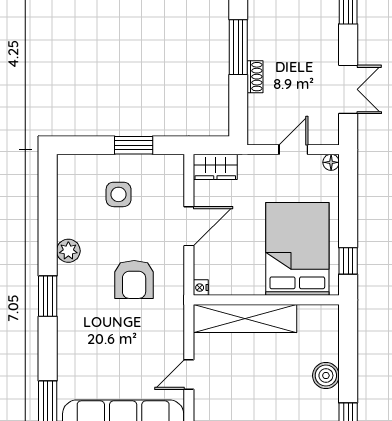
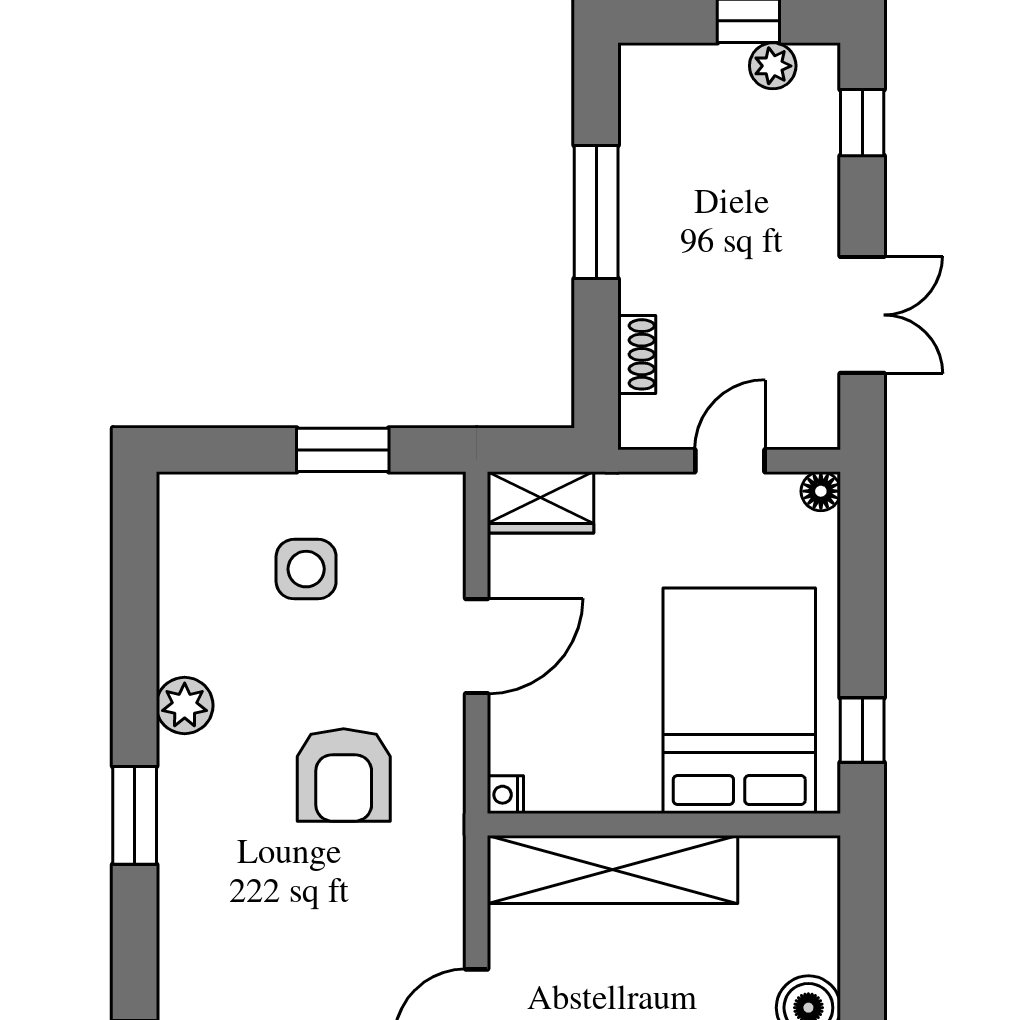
shoe rack: (255, 77) -> (637, 354), moved

